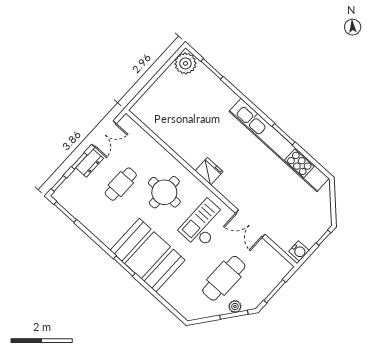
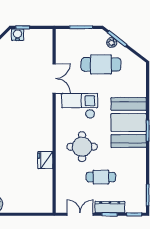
dresser: (90, 163) -> (110, 207), width x1.44
fridge: (209, 171) -> (45, 160), moved
checkout: (204, 224) -> (80, 106), turned 180
water cooler: (299, 251) -> (18, 35), moved

